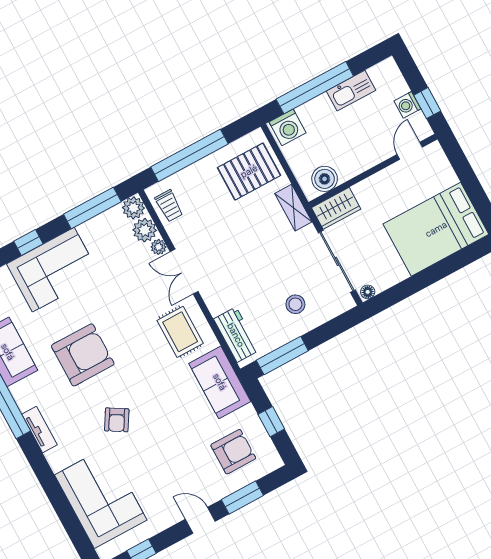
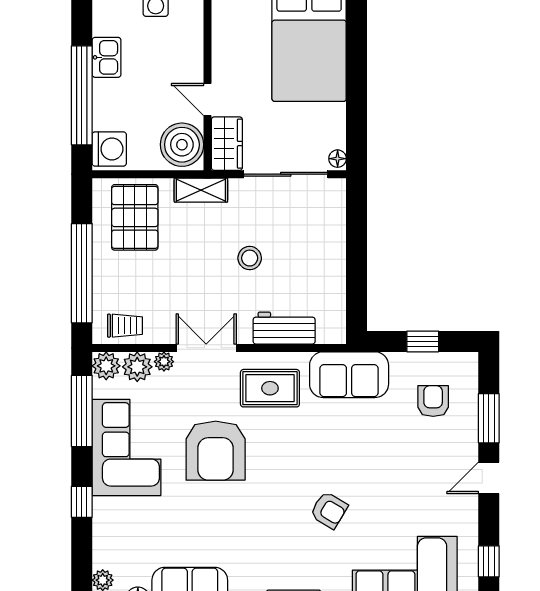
kitchen sink: (351, 91) -> (107, 57), width x0.73
door: (410, 151) -> (208, 99), moved
boiler: (325, 179) -> (182, 145), width x1.37, depth x1.37
corner sofa: (53, 270) -> (126, 448), moved
double door: (184, 272) -> (206, 348), swing flipped
stool: (295, 304) -> (250, 258), moved
workbench: (236, 335) -> (284, 328), moved
armchair: (83, 355) -> (216, 451), moved, turned 180
window: (282, 355) -> (357, 290), removed
armchair: (233, 452) -> (433, 401), width x0.72, depth x0.72

